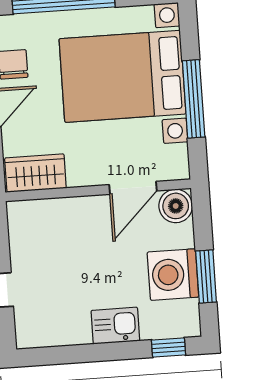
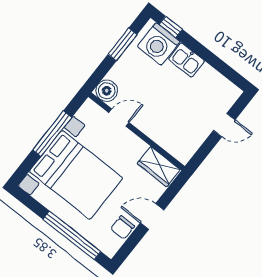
door: (133, 188) -> (119, 118), width x0.73
washing machine: (173, 275) -> (159, 44), moved, turned 90

